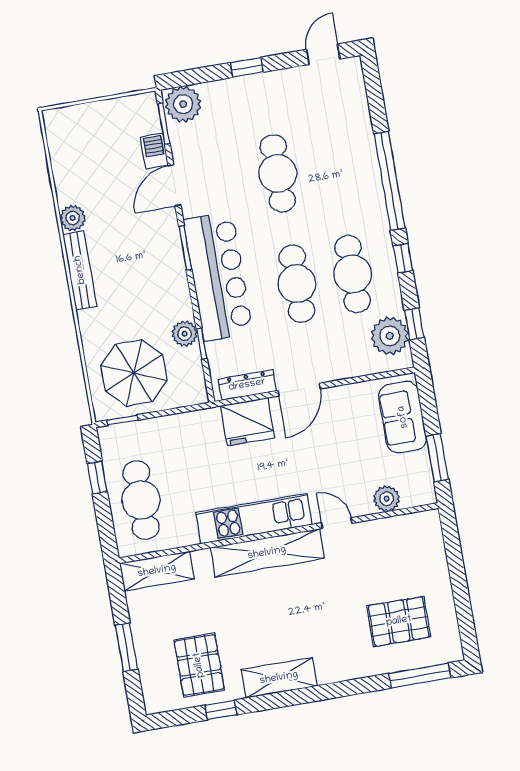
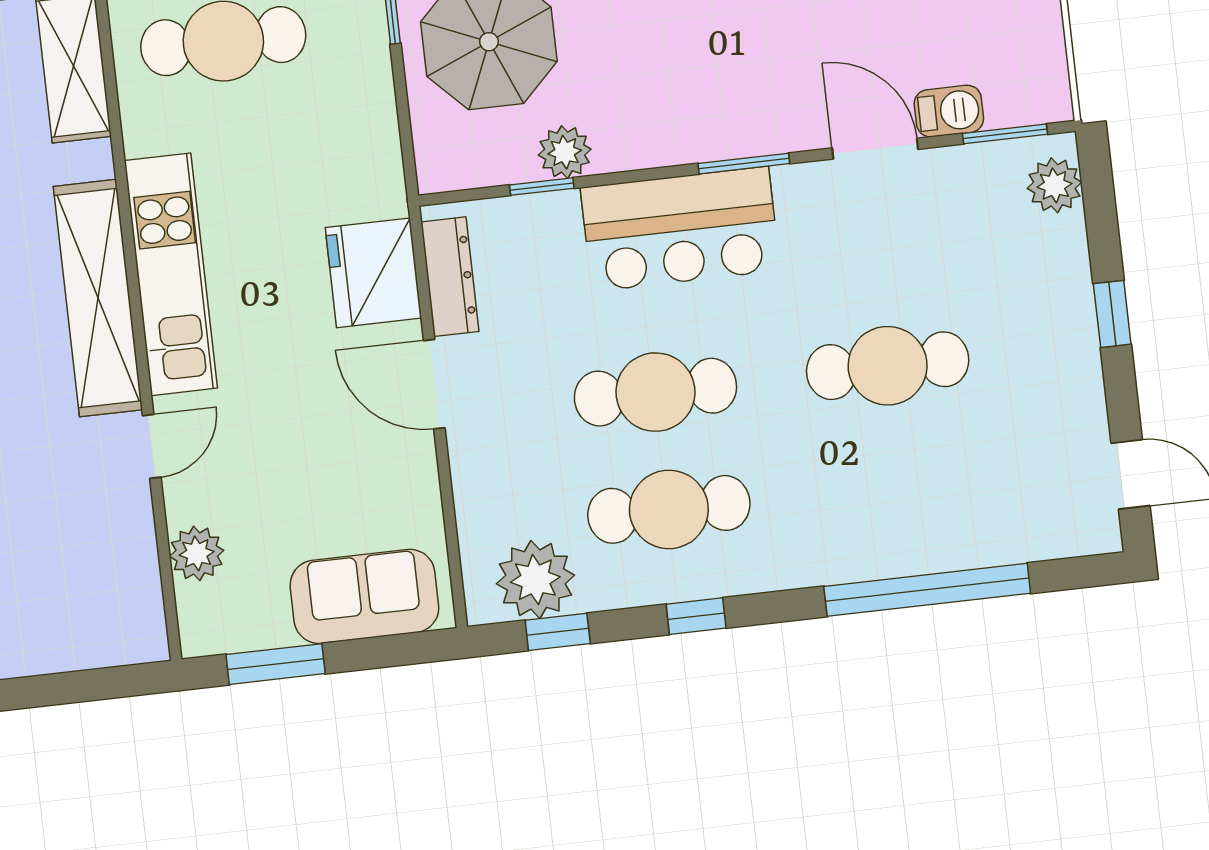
plant: (183, 104) -> (1054, 185), width x0.73, depth x0.73
window: (390, 181) -> (927, 590), moved
bar counter: (218, 276) -> (680, 229), width x0.73

